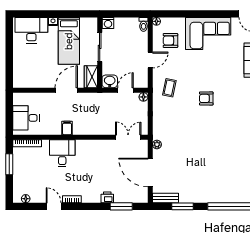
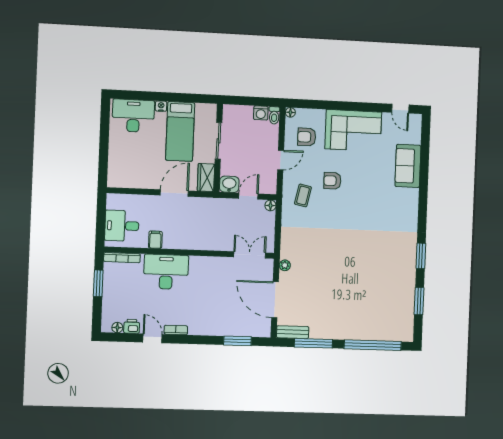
washing machine: (108, 23) -> (261, 113), moved
armchair: (206, 98) -> (332, 181), moved
filing cabinet: (67, 128) -> (155, 240), moved
desk: (62, 153) -> (166, 272), width x1.37
printer: (107, 197) -> (132, 326), moved
window: (183, 206) -> (313, 343), width x1.44

